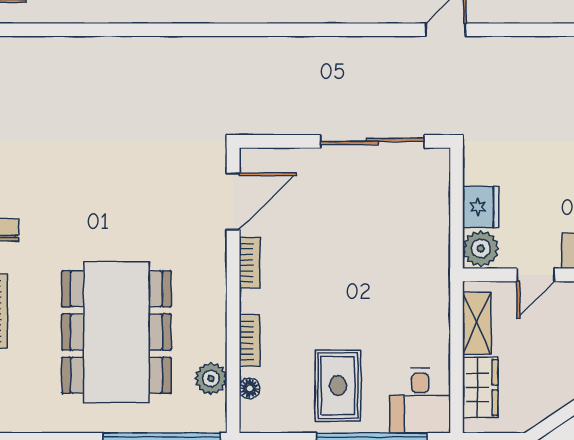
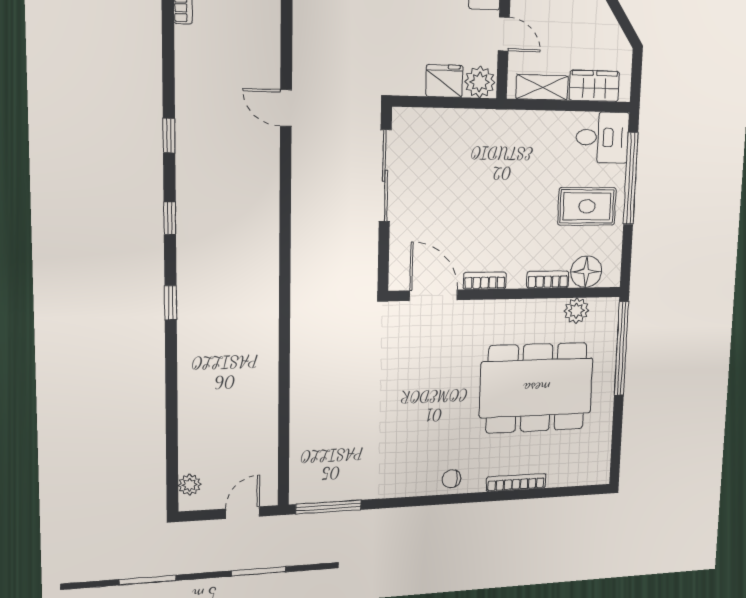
floor lamp: (250, 388) -> (586, 272), width x1.89, depth x1.89

